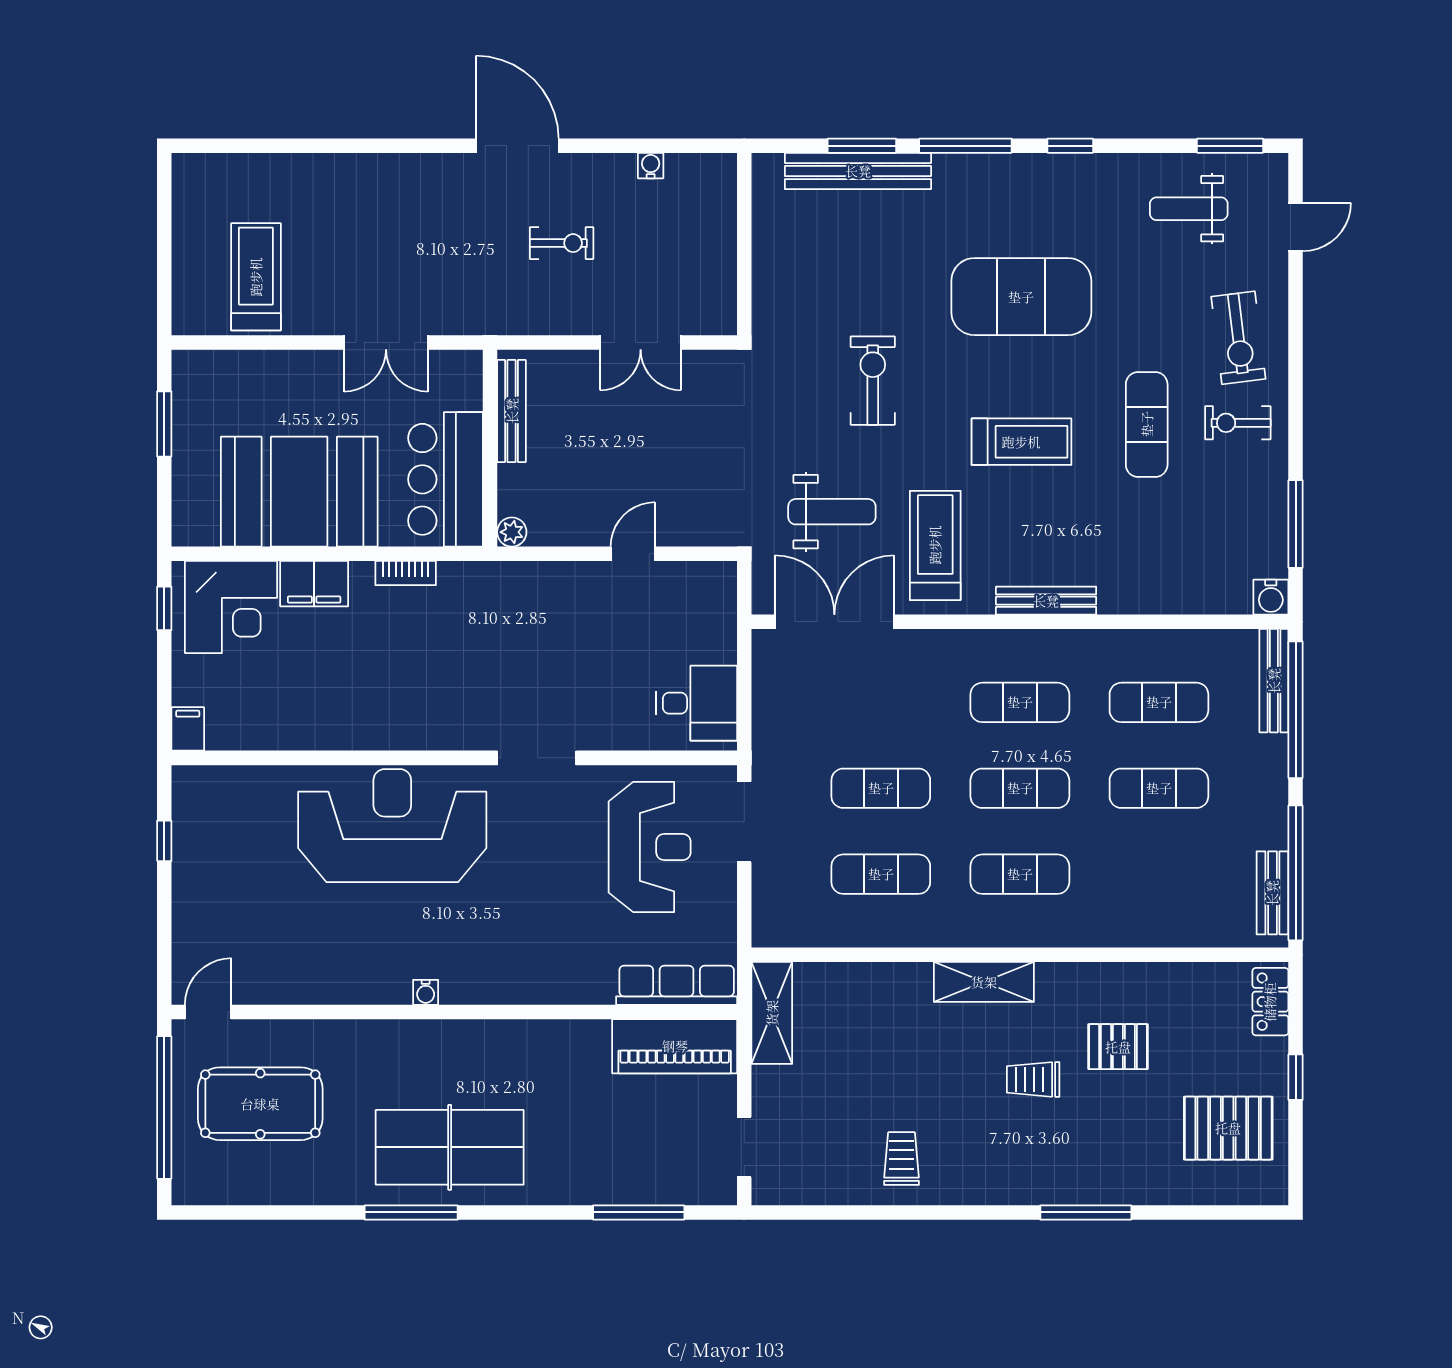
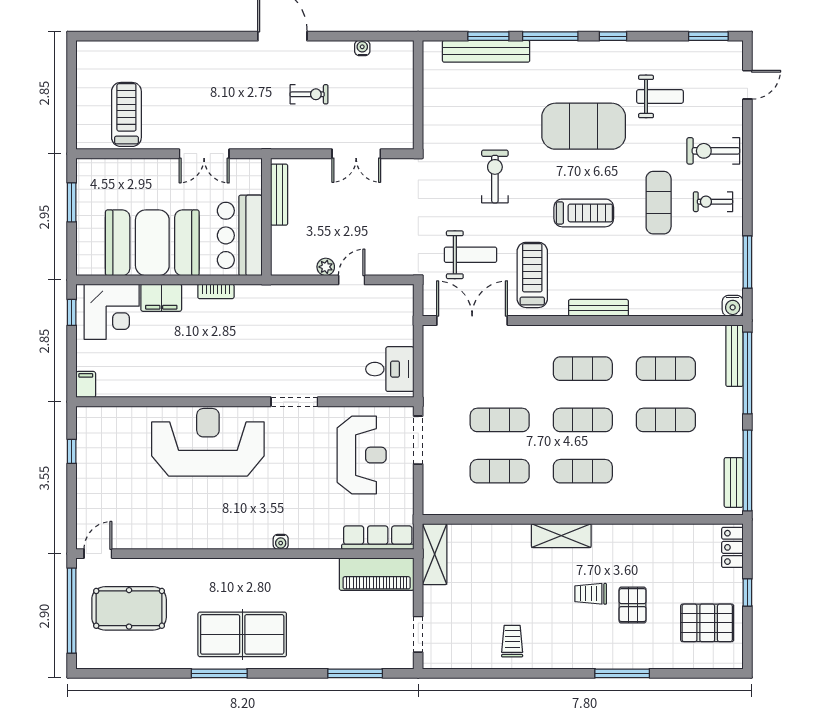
weight bench: (1189, 209) -> (660, 96), moved, turned 180
exercise bike: (1238, 338) -> (713, 151), turned 97
plant: (512, 532) -> (326, 267), moved
water cooler: (426, 992) -> (281, 542), moved
pallet: (1118, 1047) -> (633, 605), moved, turned 90

